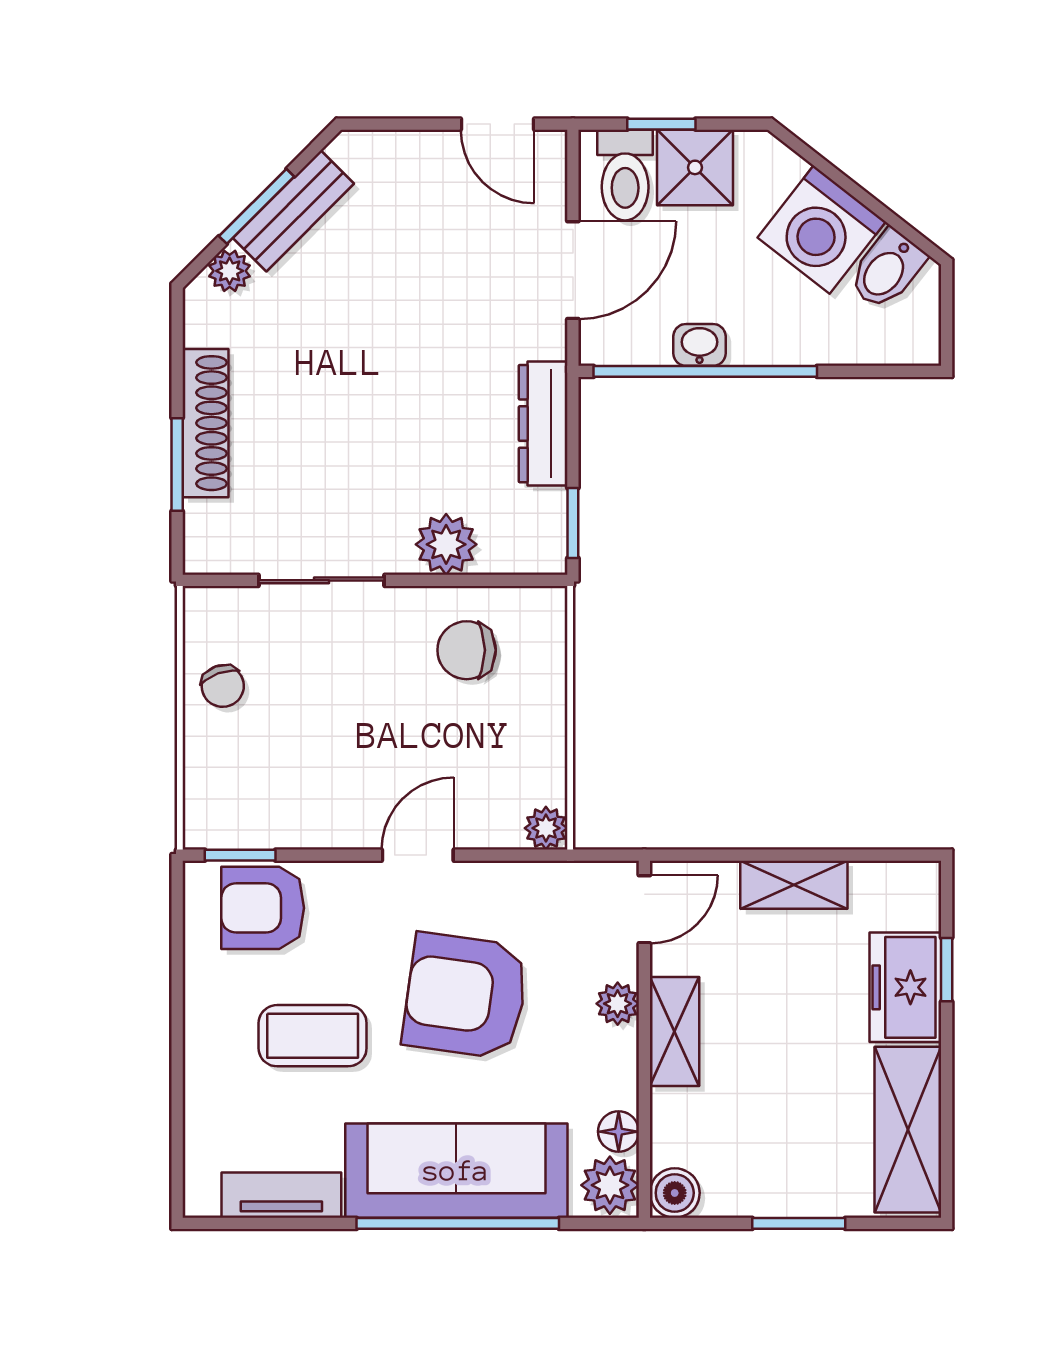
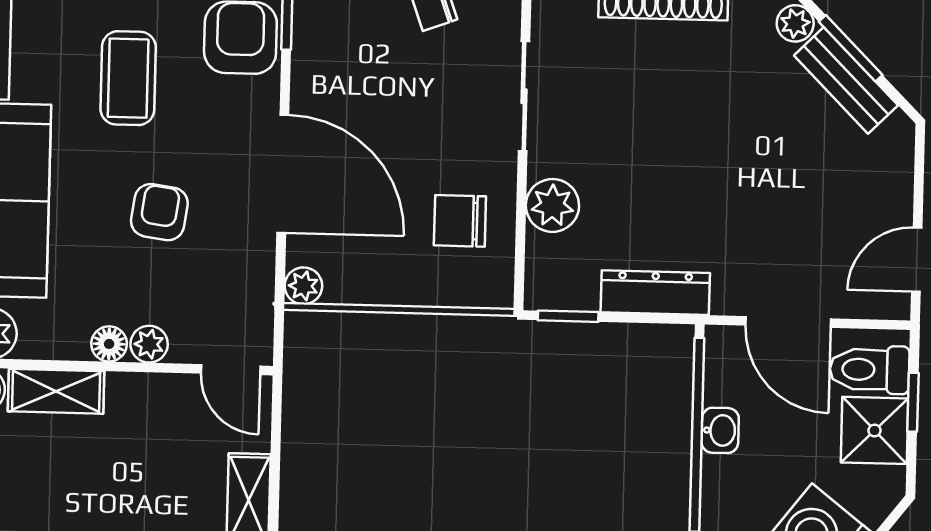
chair: (467, 650) -> (460, 221), turned -90
door: (418, 855) -> (283, 174), width x1.87
armchair: (466, 996) -> (159, 212), width x0.53, depth x0.53
shelving: (674, 1032) -> (56, 391), moved
floor lamp: (619, 1132) -> (109, 344), moved

